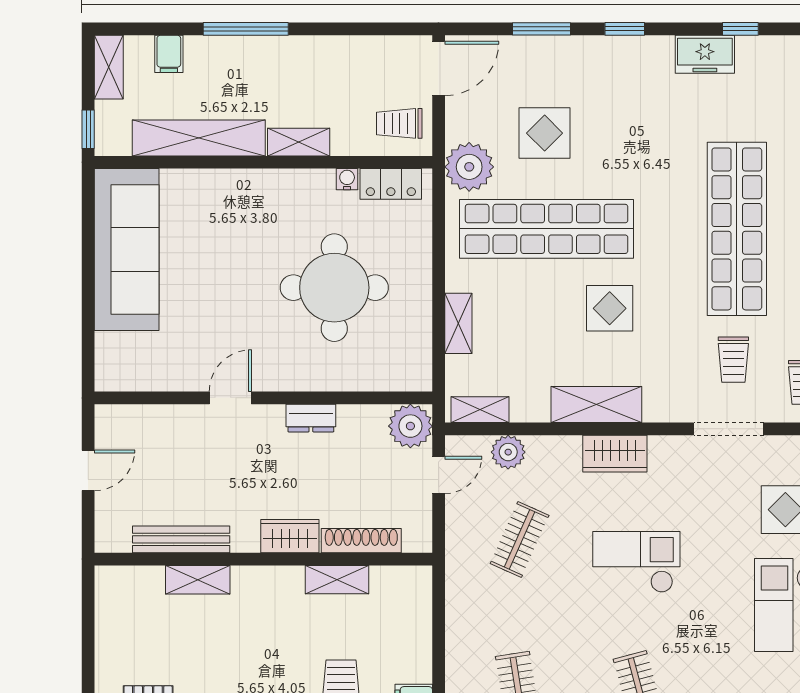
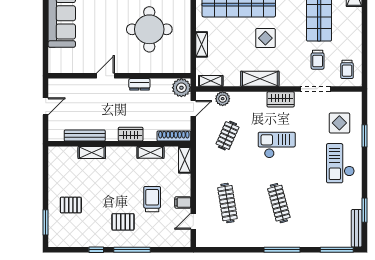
wardrobe: (615, 454) -> (281, 99), moved
shoe rack: (361, 541) -> (174, 136), moved
shelving: (418, 597) -> (185, 160), added

